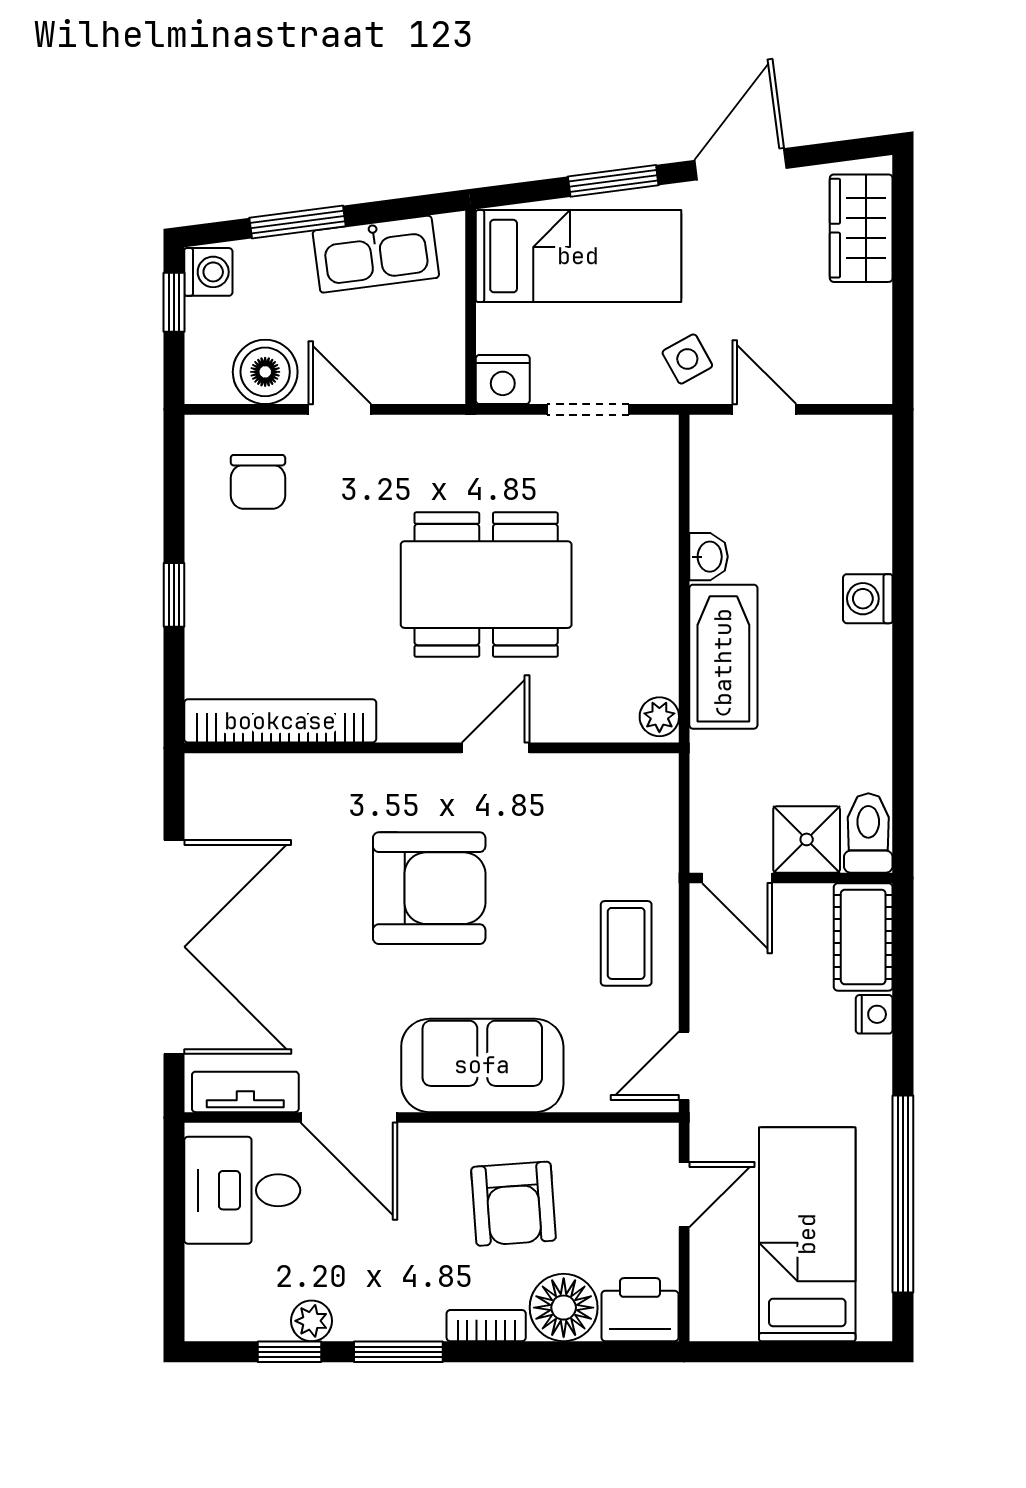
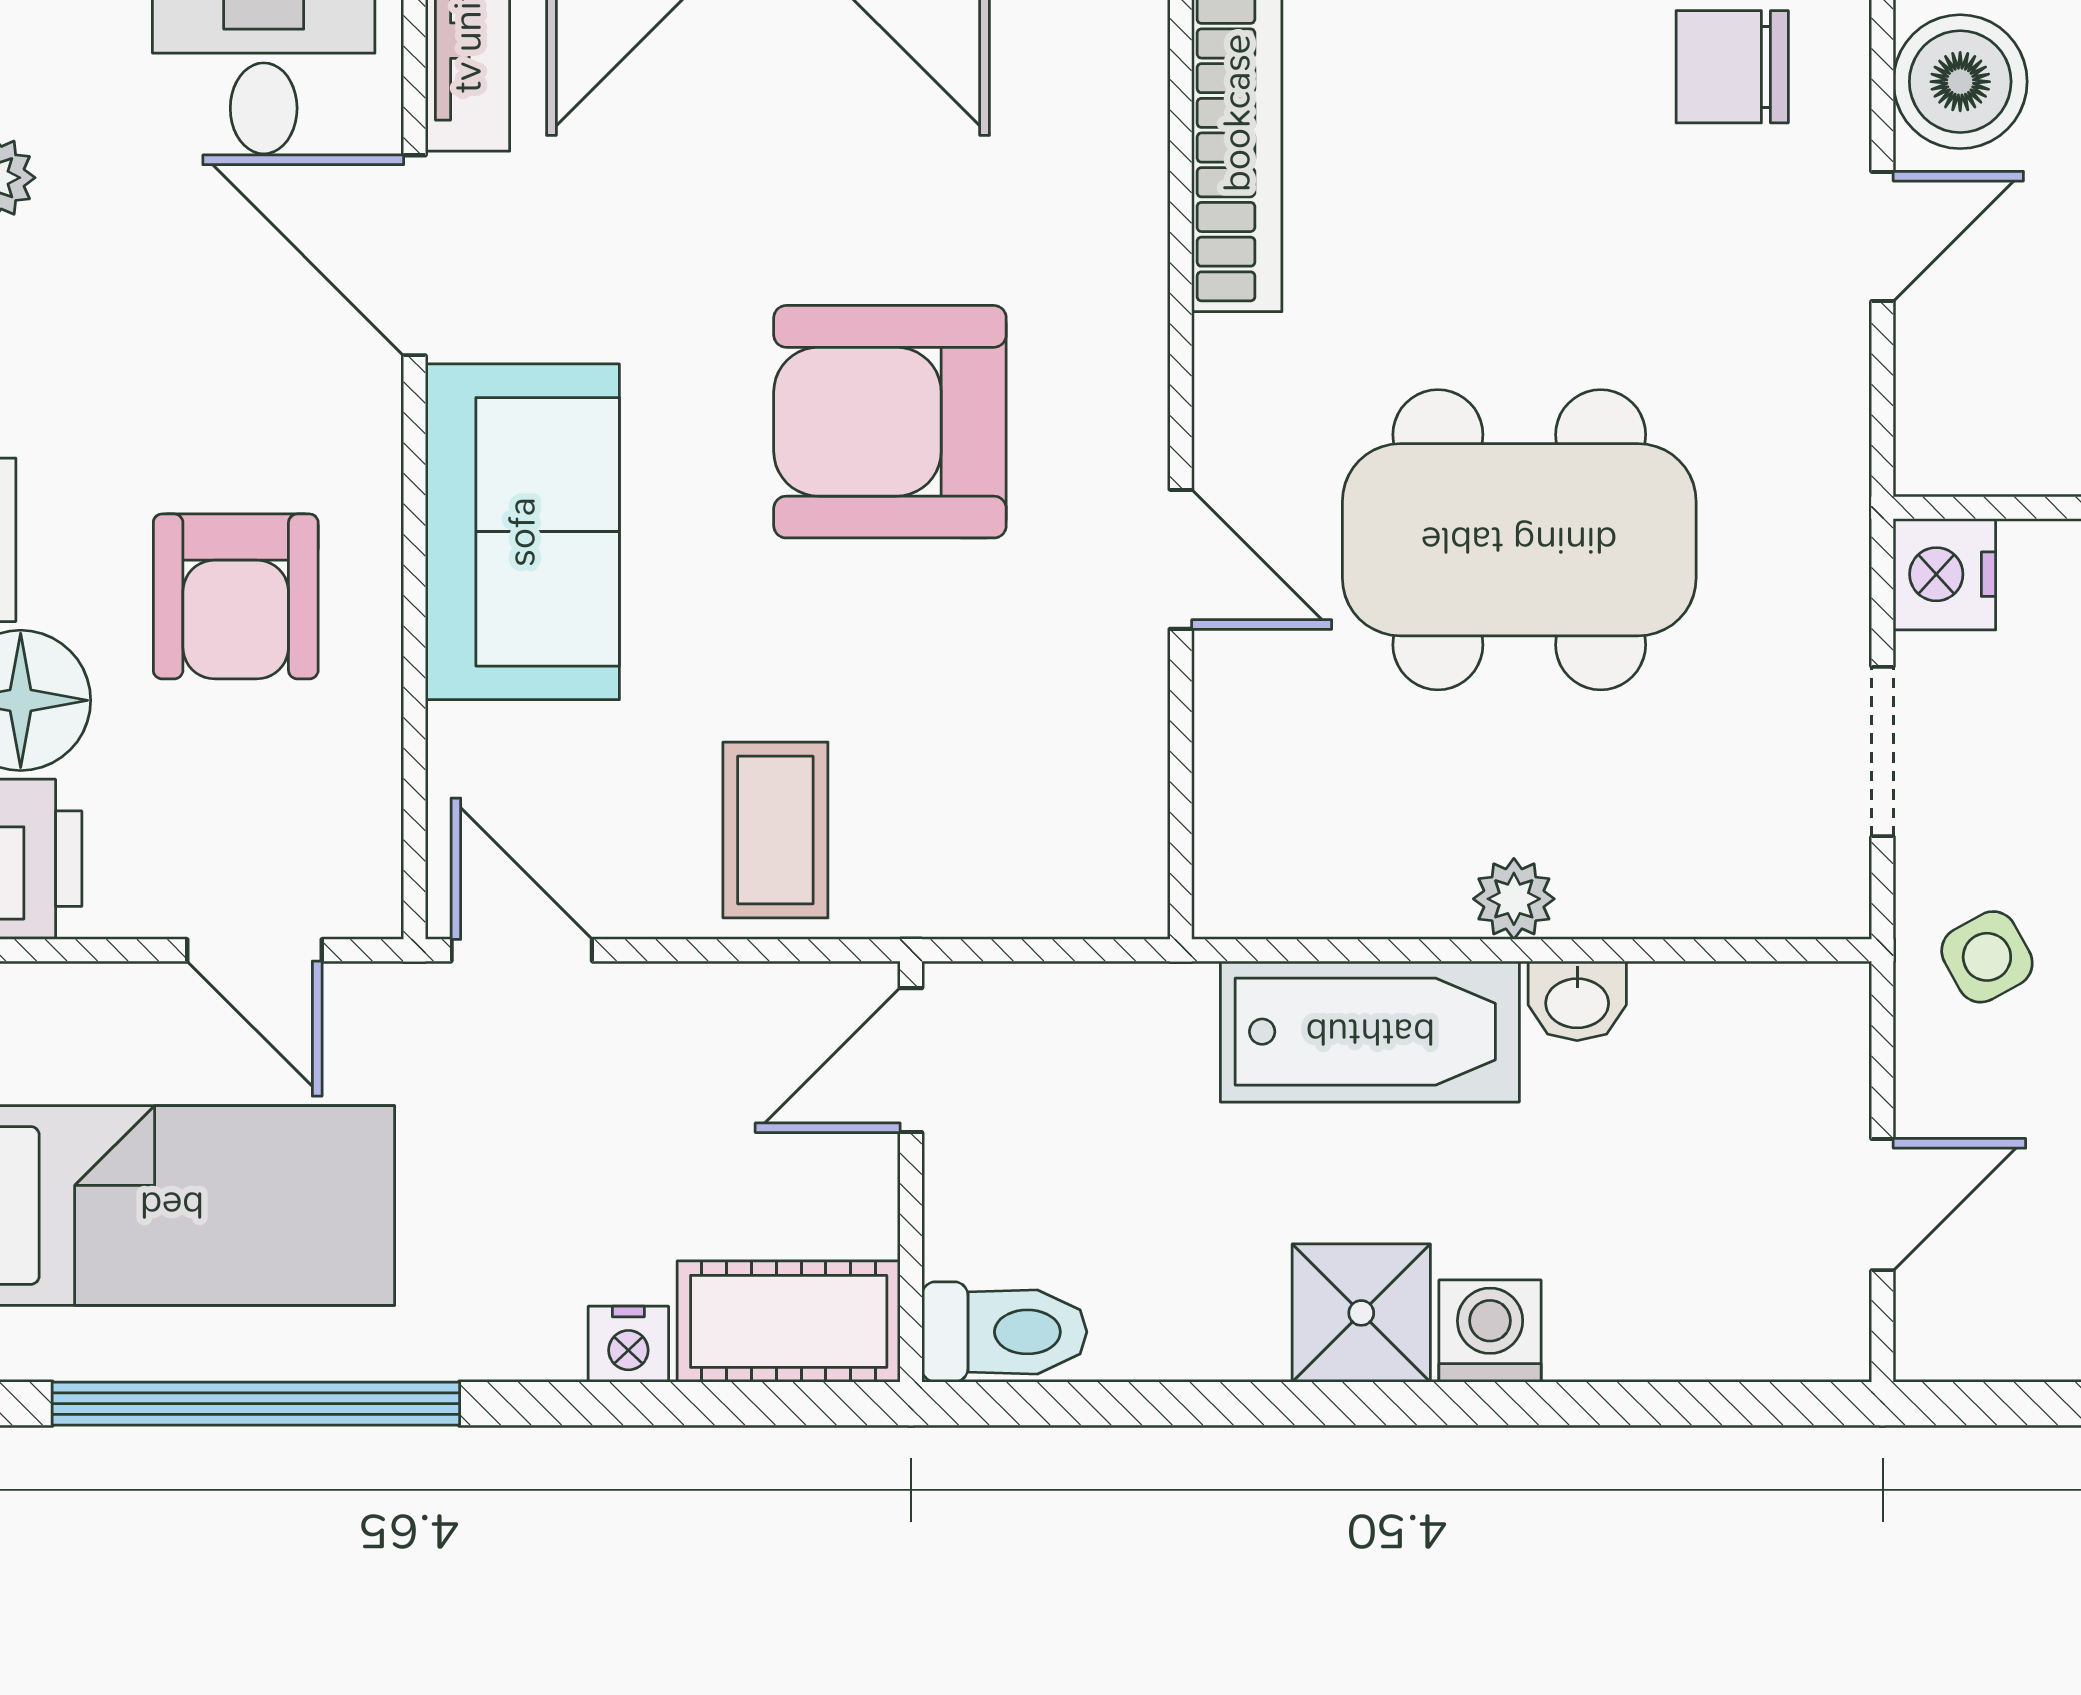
door: (764, 409) -> (1882, 1205), moved
dining table: (486, 585) -> (1519, 540), turned 90
plant: (659, 717) -> (1514, 899), moved
shower: (807, 839) -> (1361, 1313), moved
armchair: (429, 888) -> (890, 422), turned 90
coffee table: (626, 943) -> (775, 830), turned 90
door: (349, 1117) -> (414, 255), hinge flipped
armchair: (513, 1204) -> (236, 596), turned -86

